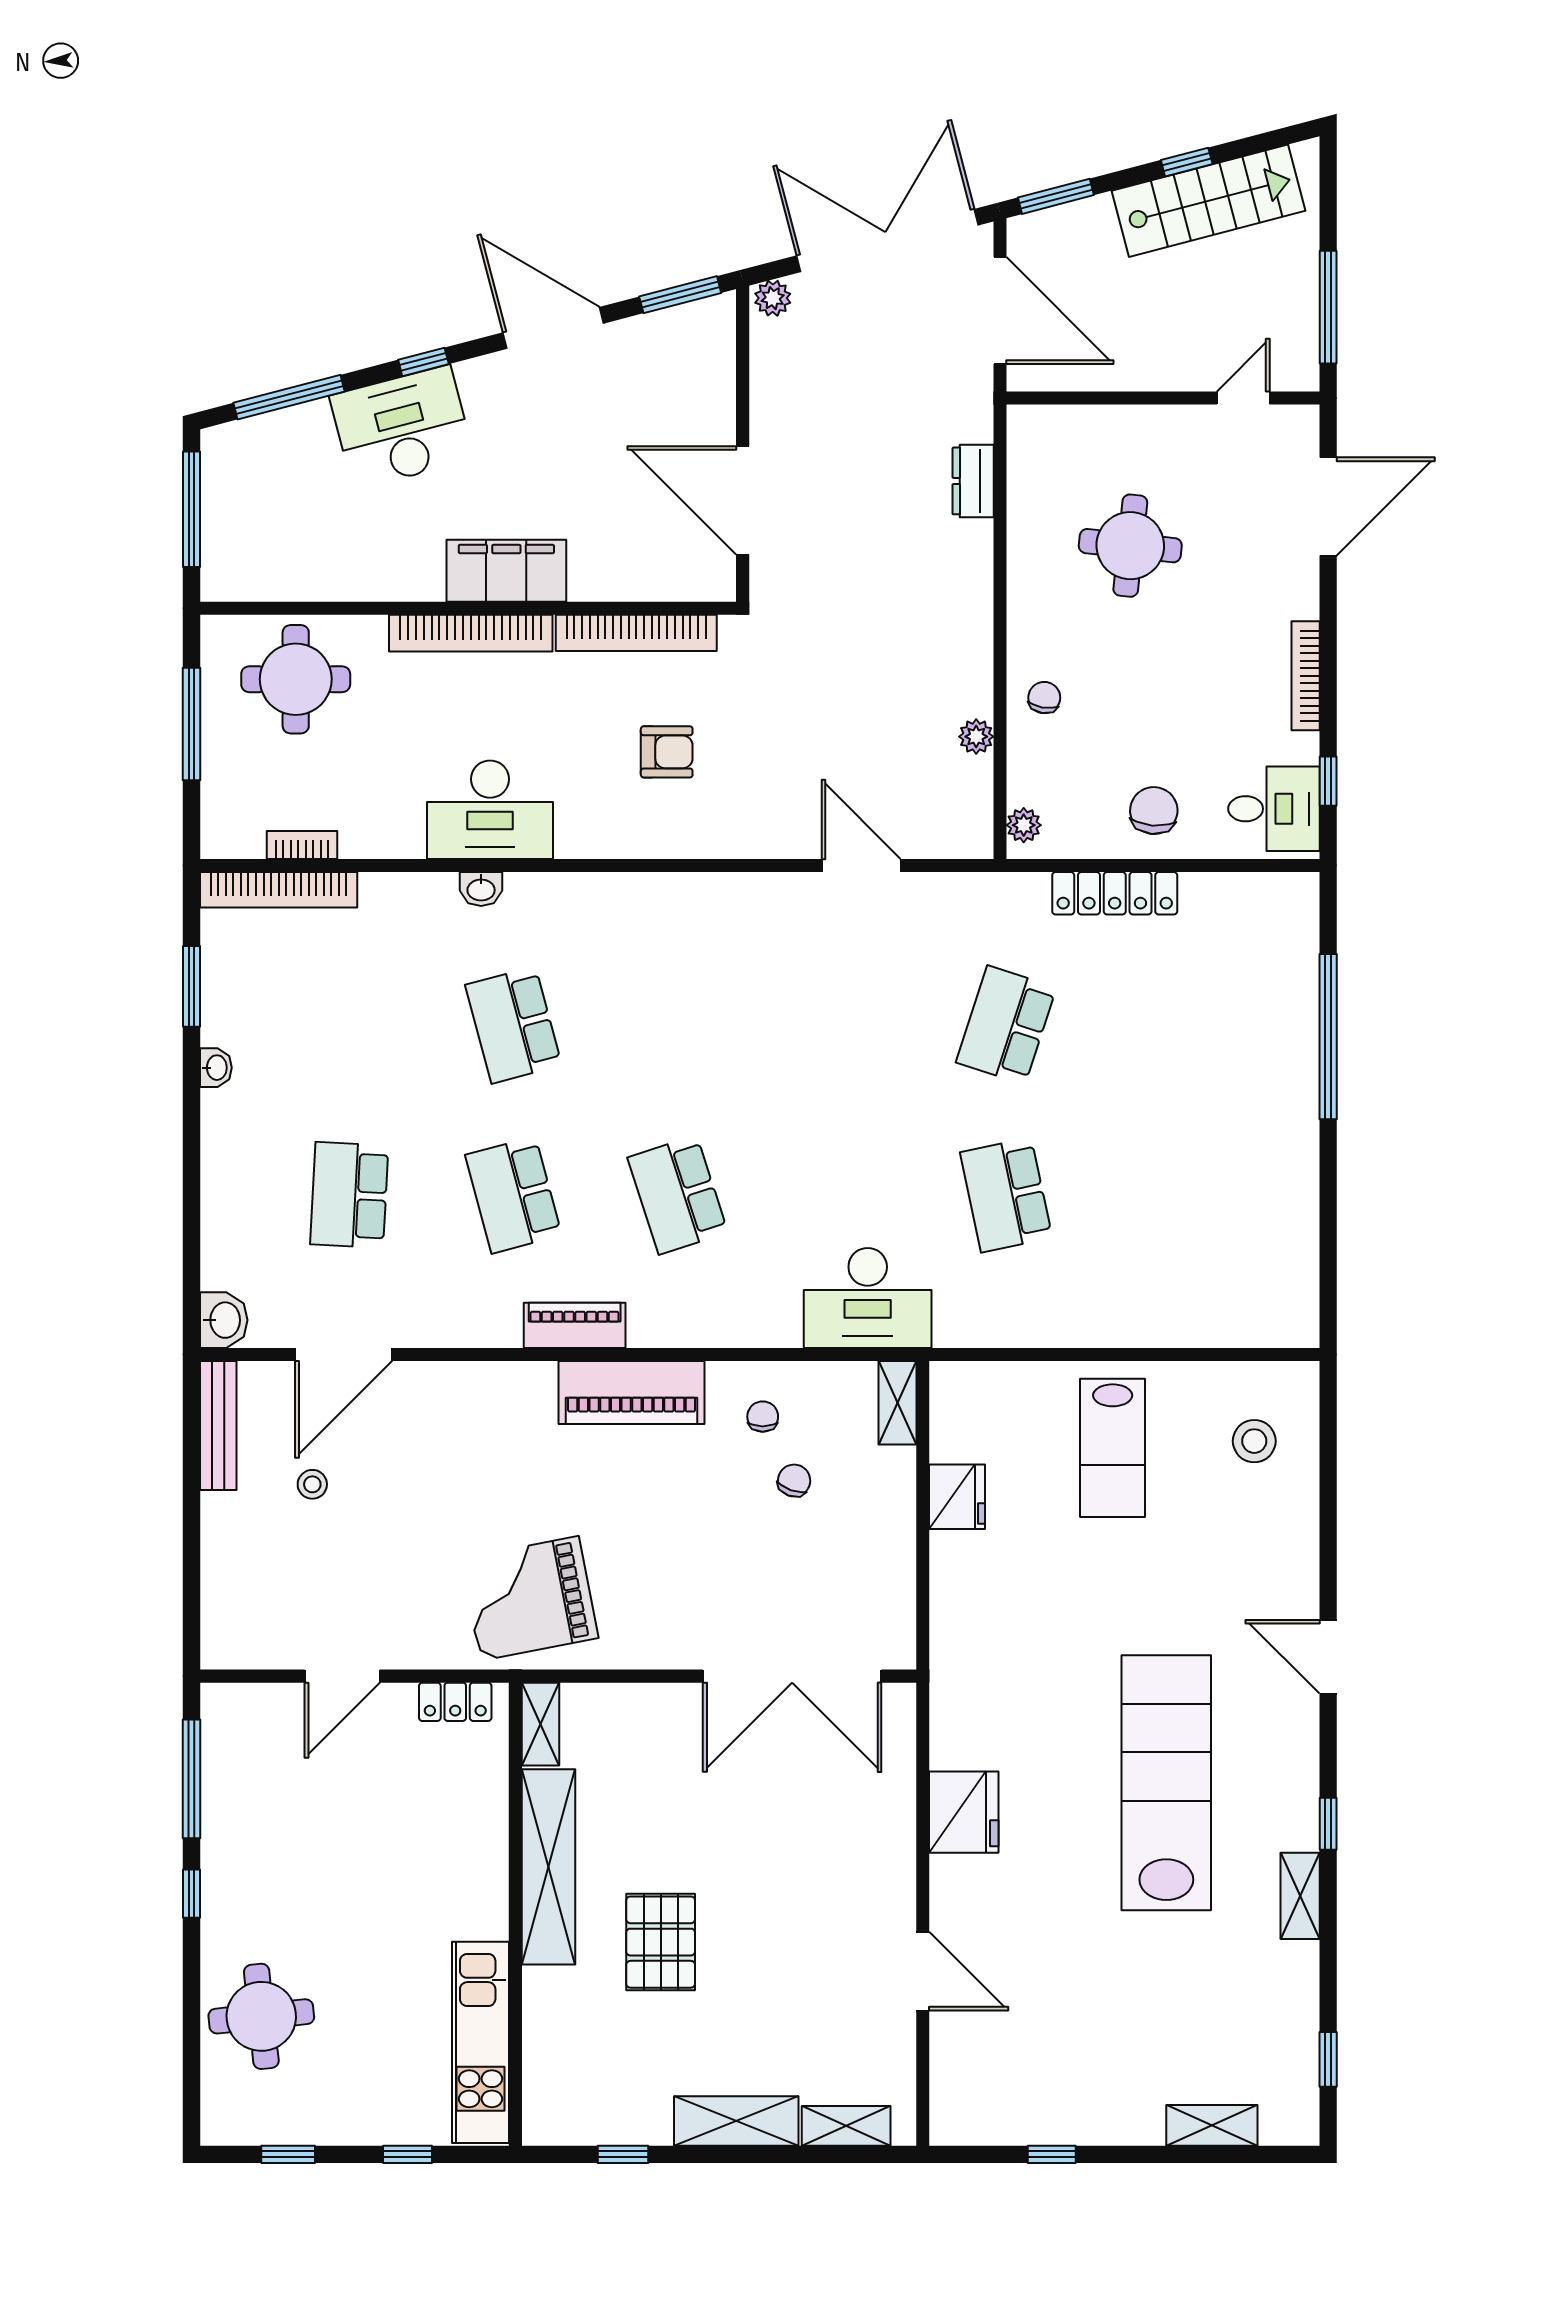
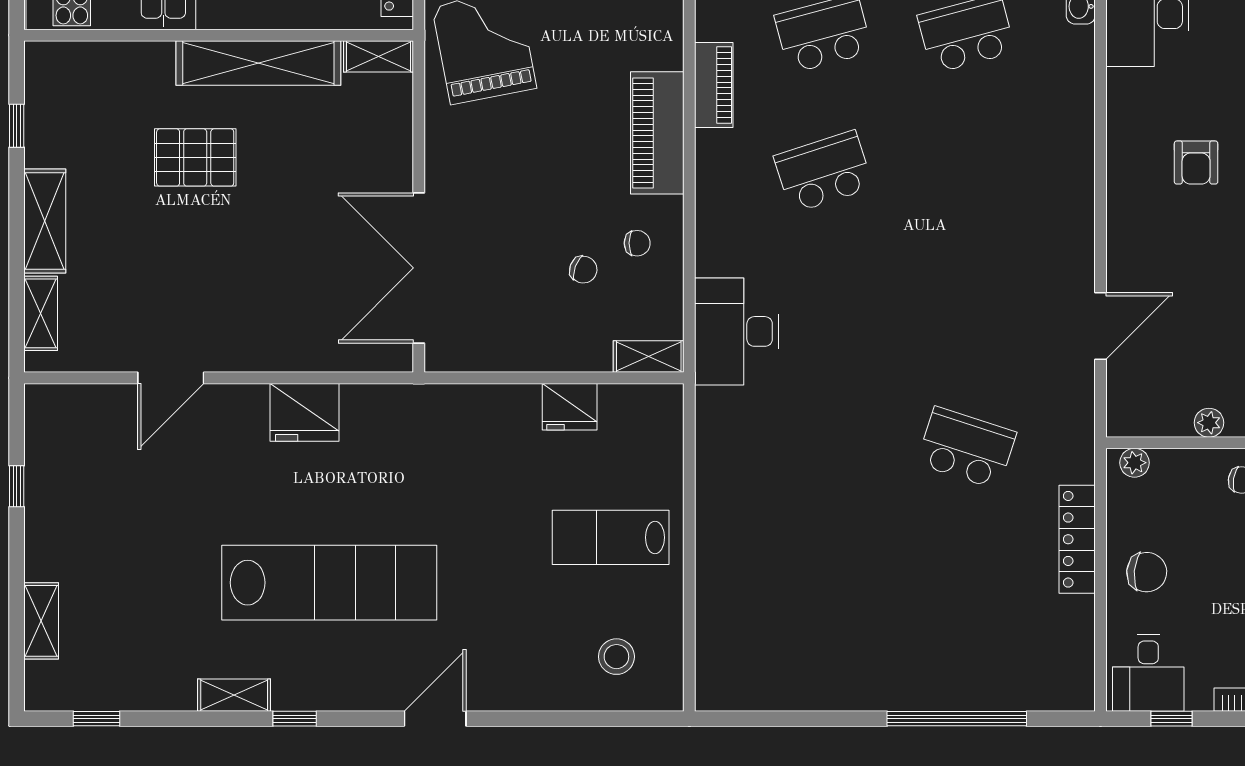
school desk: (1006, 1195) -> (823, 448), removed

